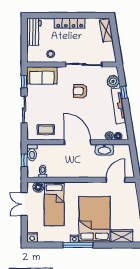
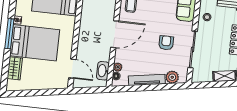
window: (124, 92) -> (160, 87), removed
washbasin: (104, 150) -> (103, 71), moved
window: (78, 245) -> (9, 34), moved

